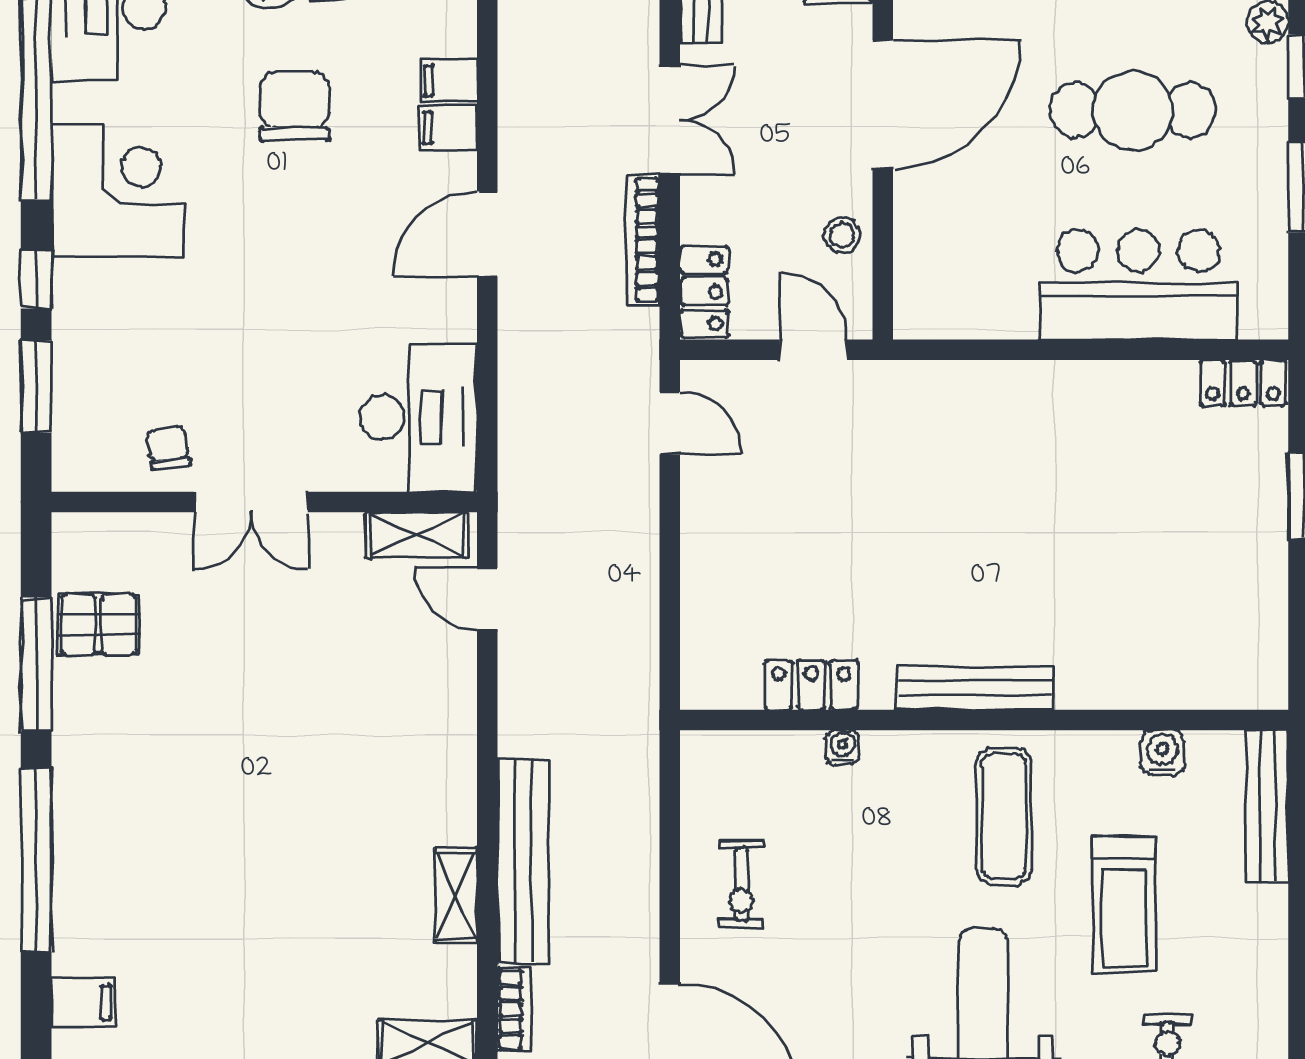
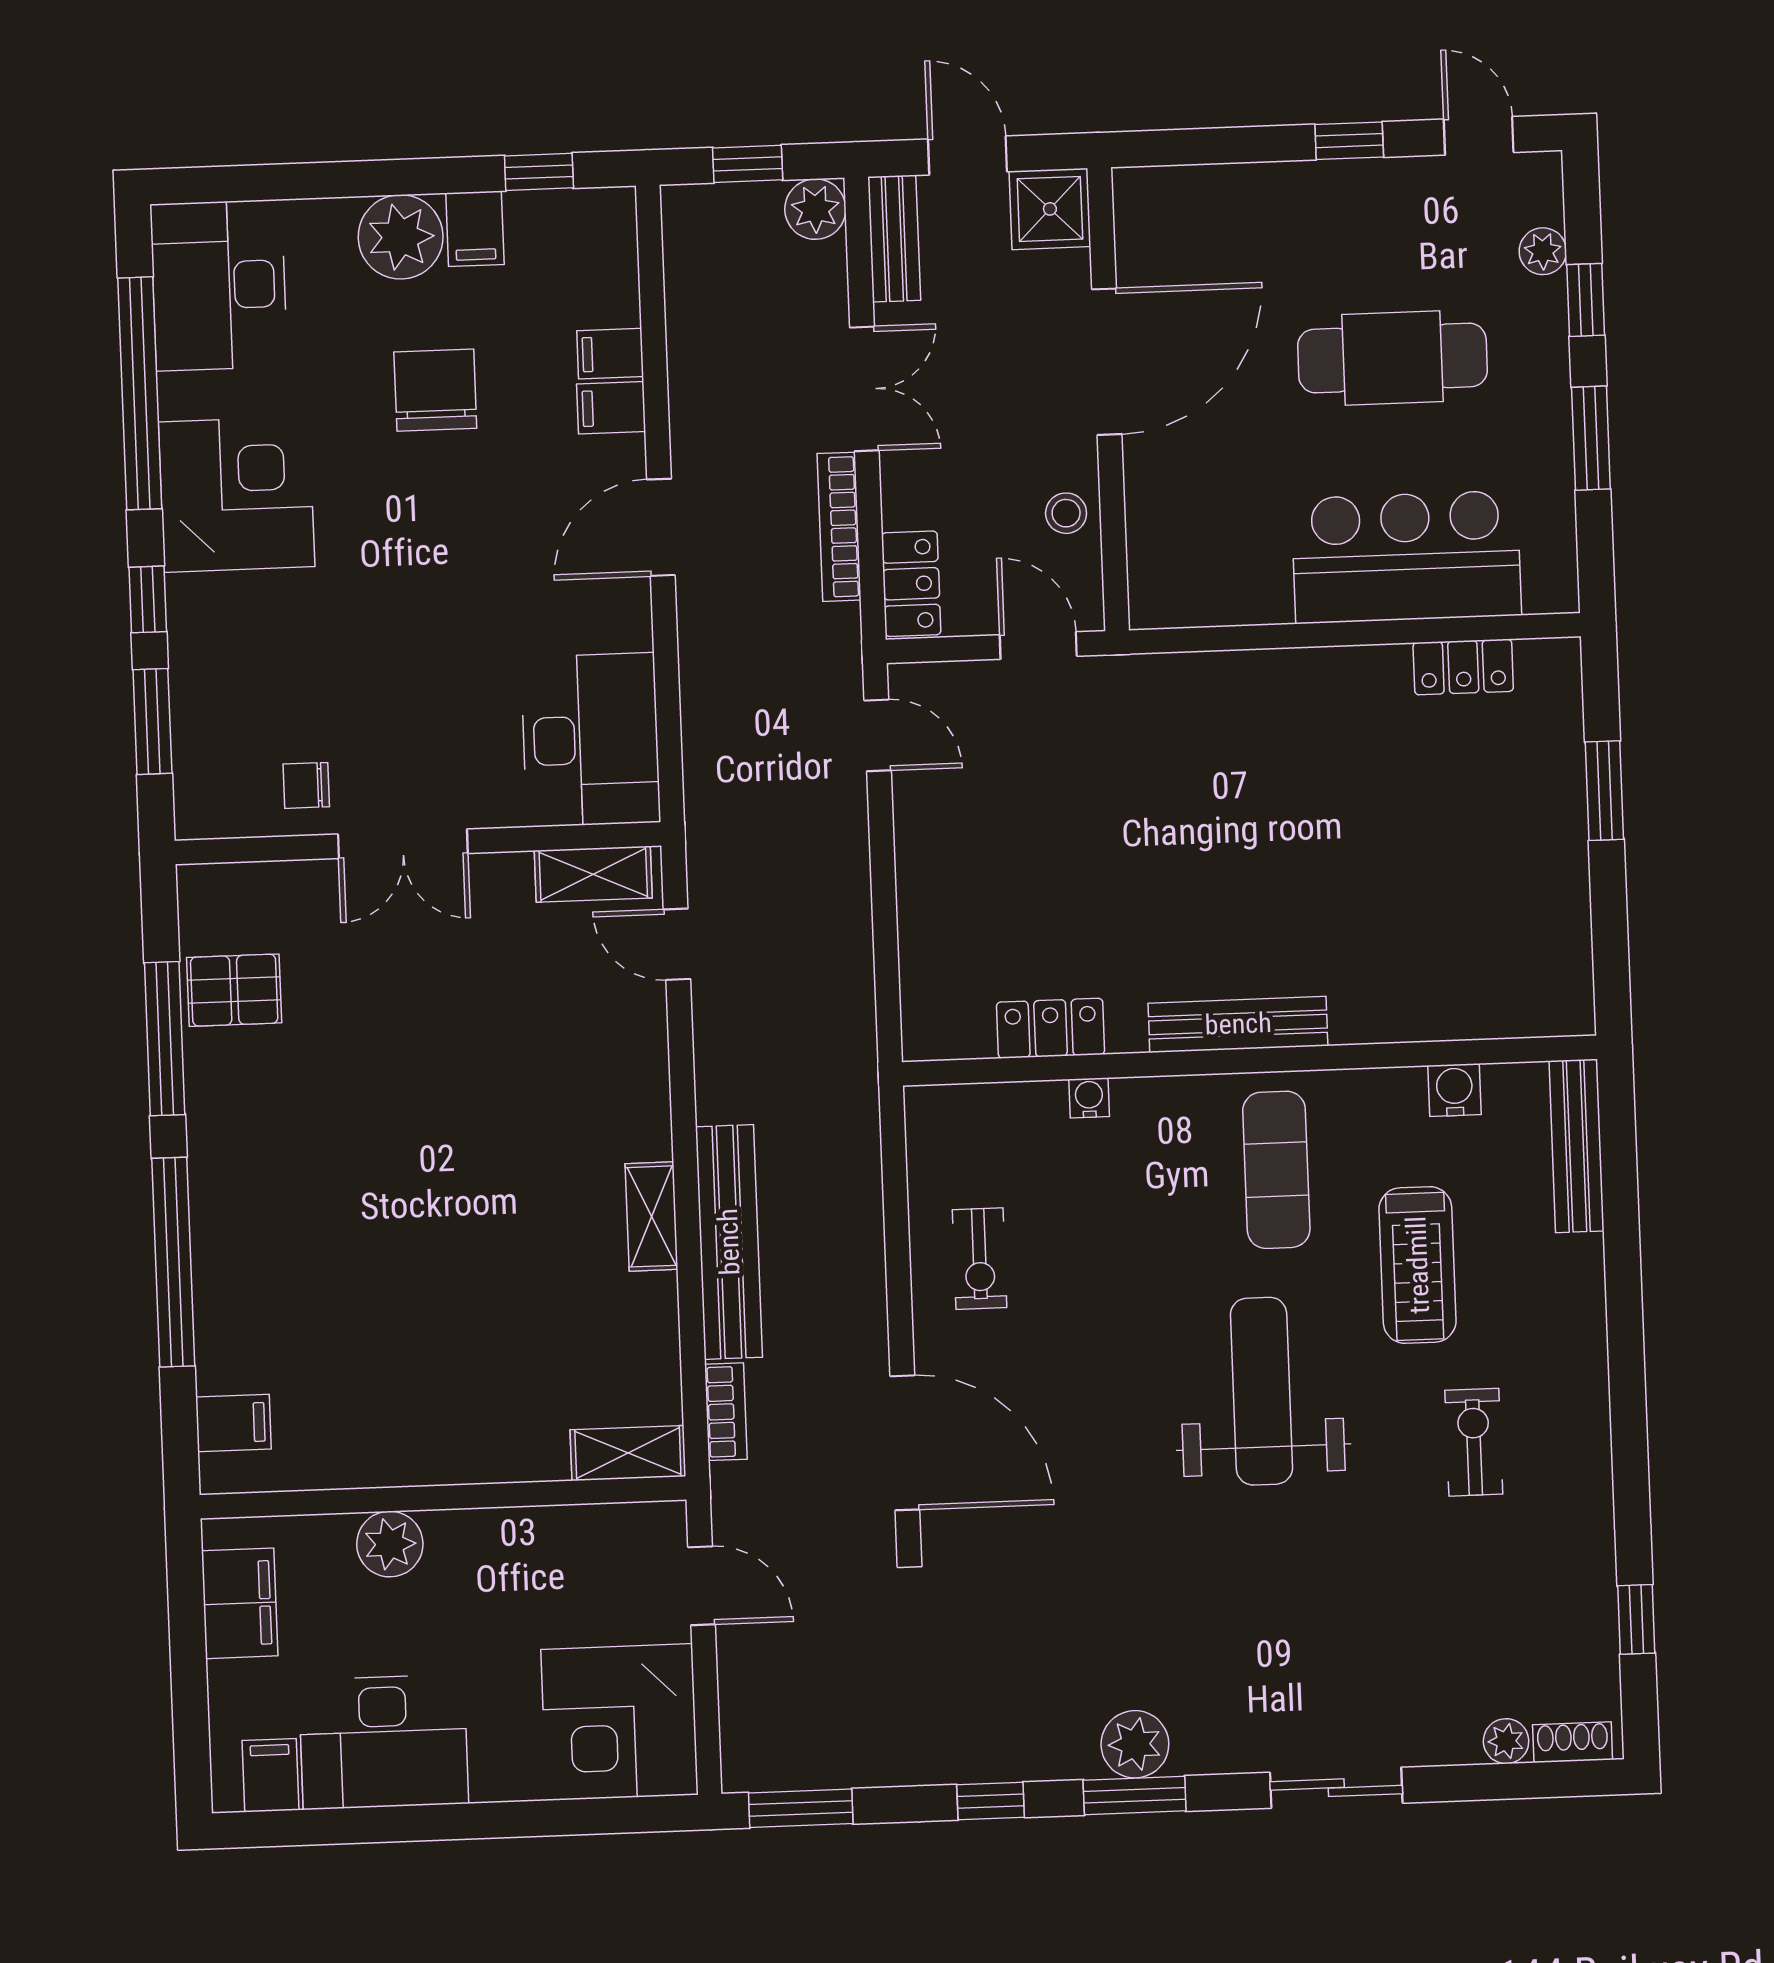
locker: (1243, 383) -> (1463, 667), moved
chair: (169, 448) -> (306, 785), turned -82
shelving: (456, 895) -> (652, 1216), moved

